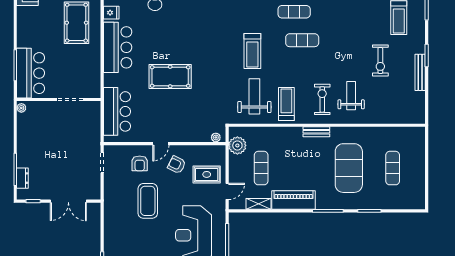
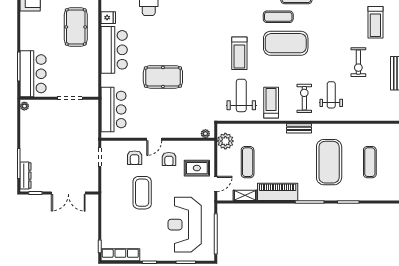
exercise mat: (302, 40) -> (286, 43), width x2.00, depth x1.45
armchair: (177, 165) -> (169, 159), turned -116
dresser: (22, 178) -> (26, 176), width x1.44

